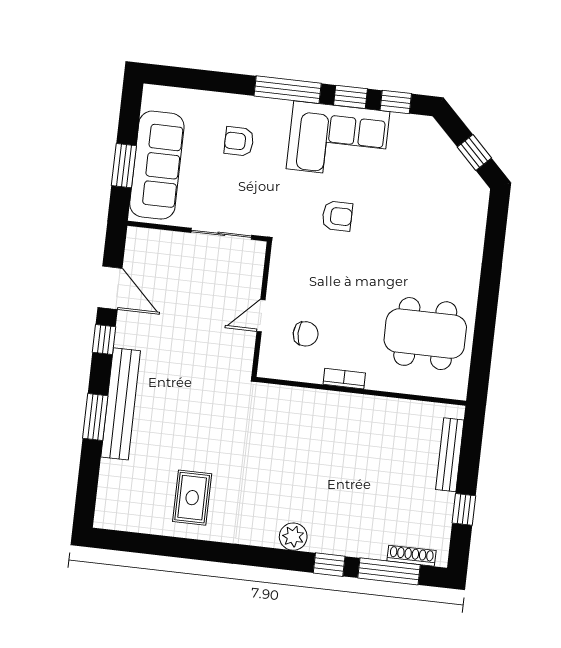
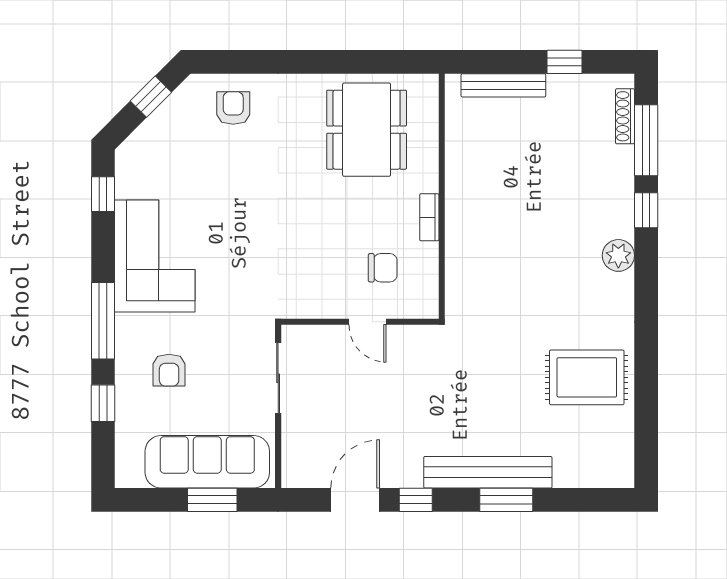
window: (351, 97) -> (103, 403), moved
armchair: (337, 216) -> (233, 108), moved
chair: (306, 334) -> (383, 268), turned 90
rug: (192, 498) -> (587, 377), width x1.36, depth x1.43

